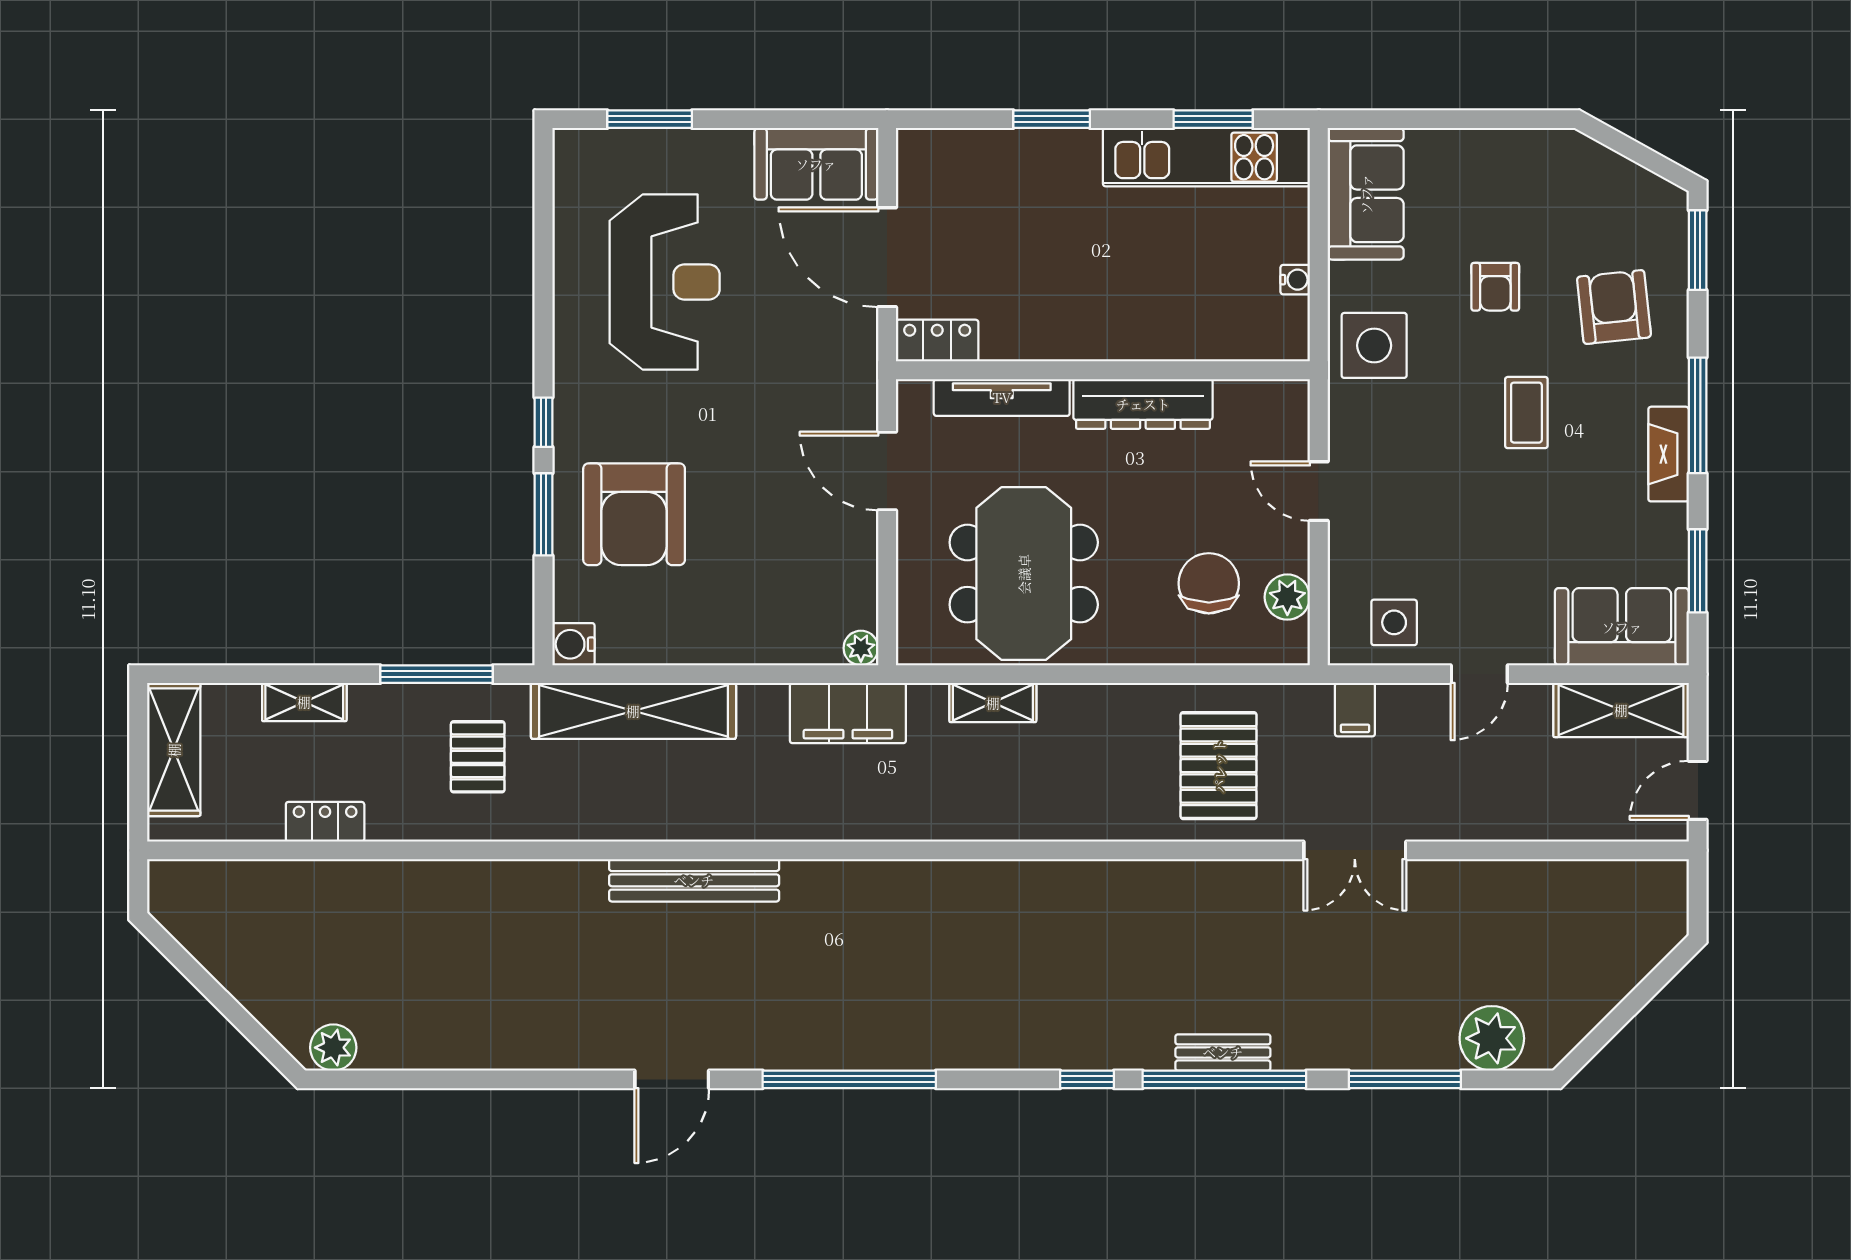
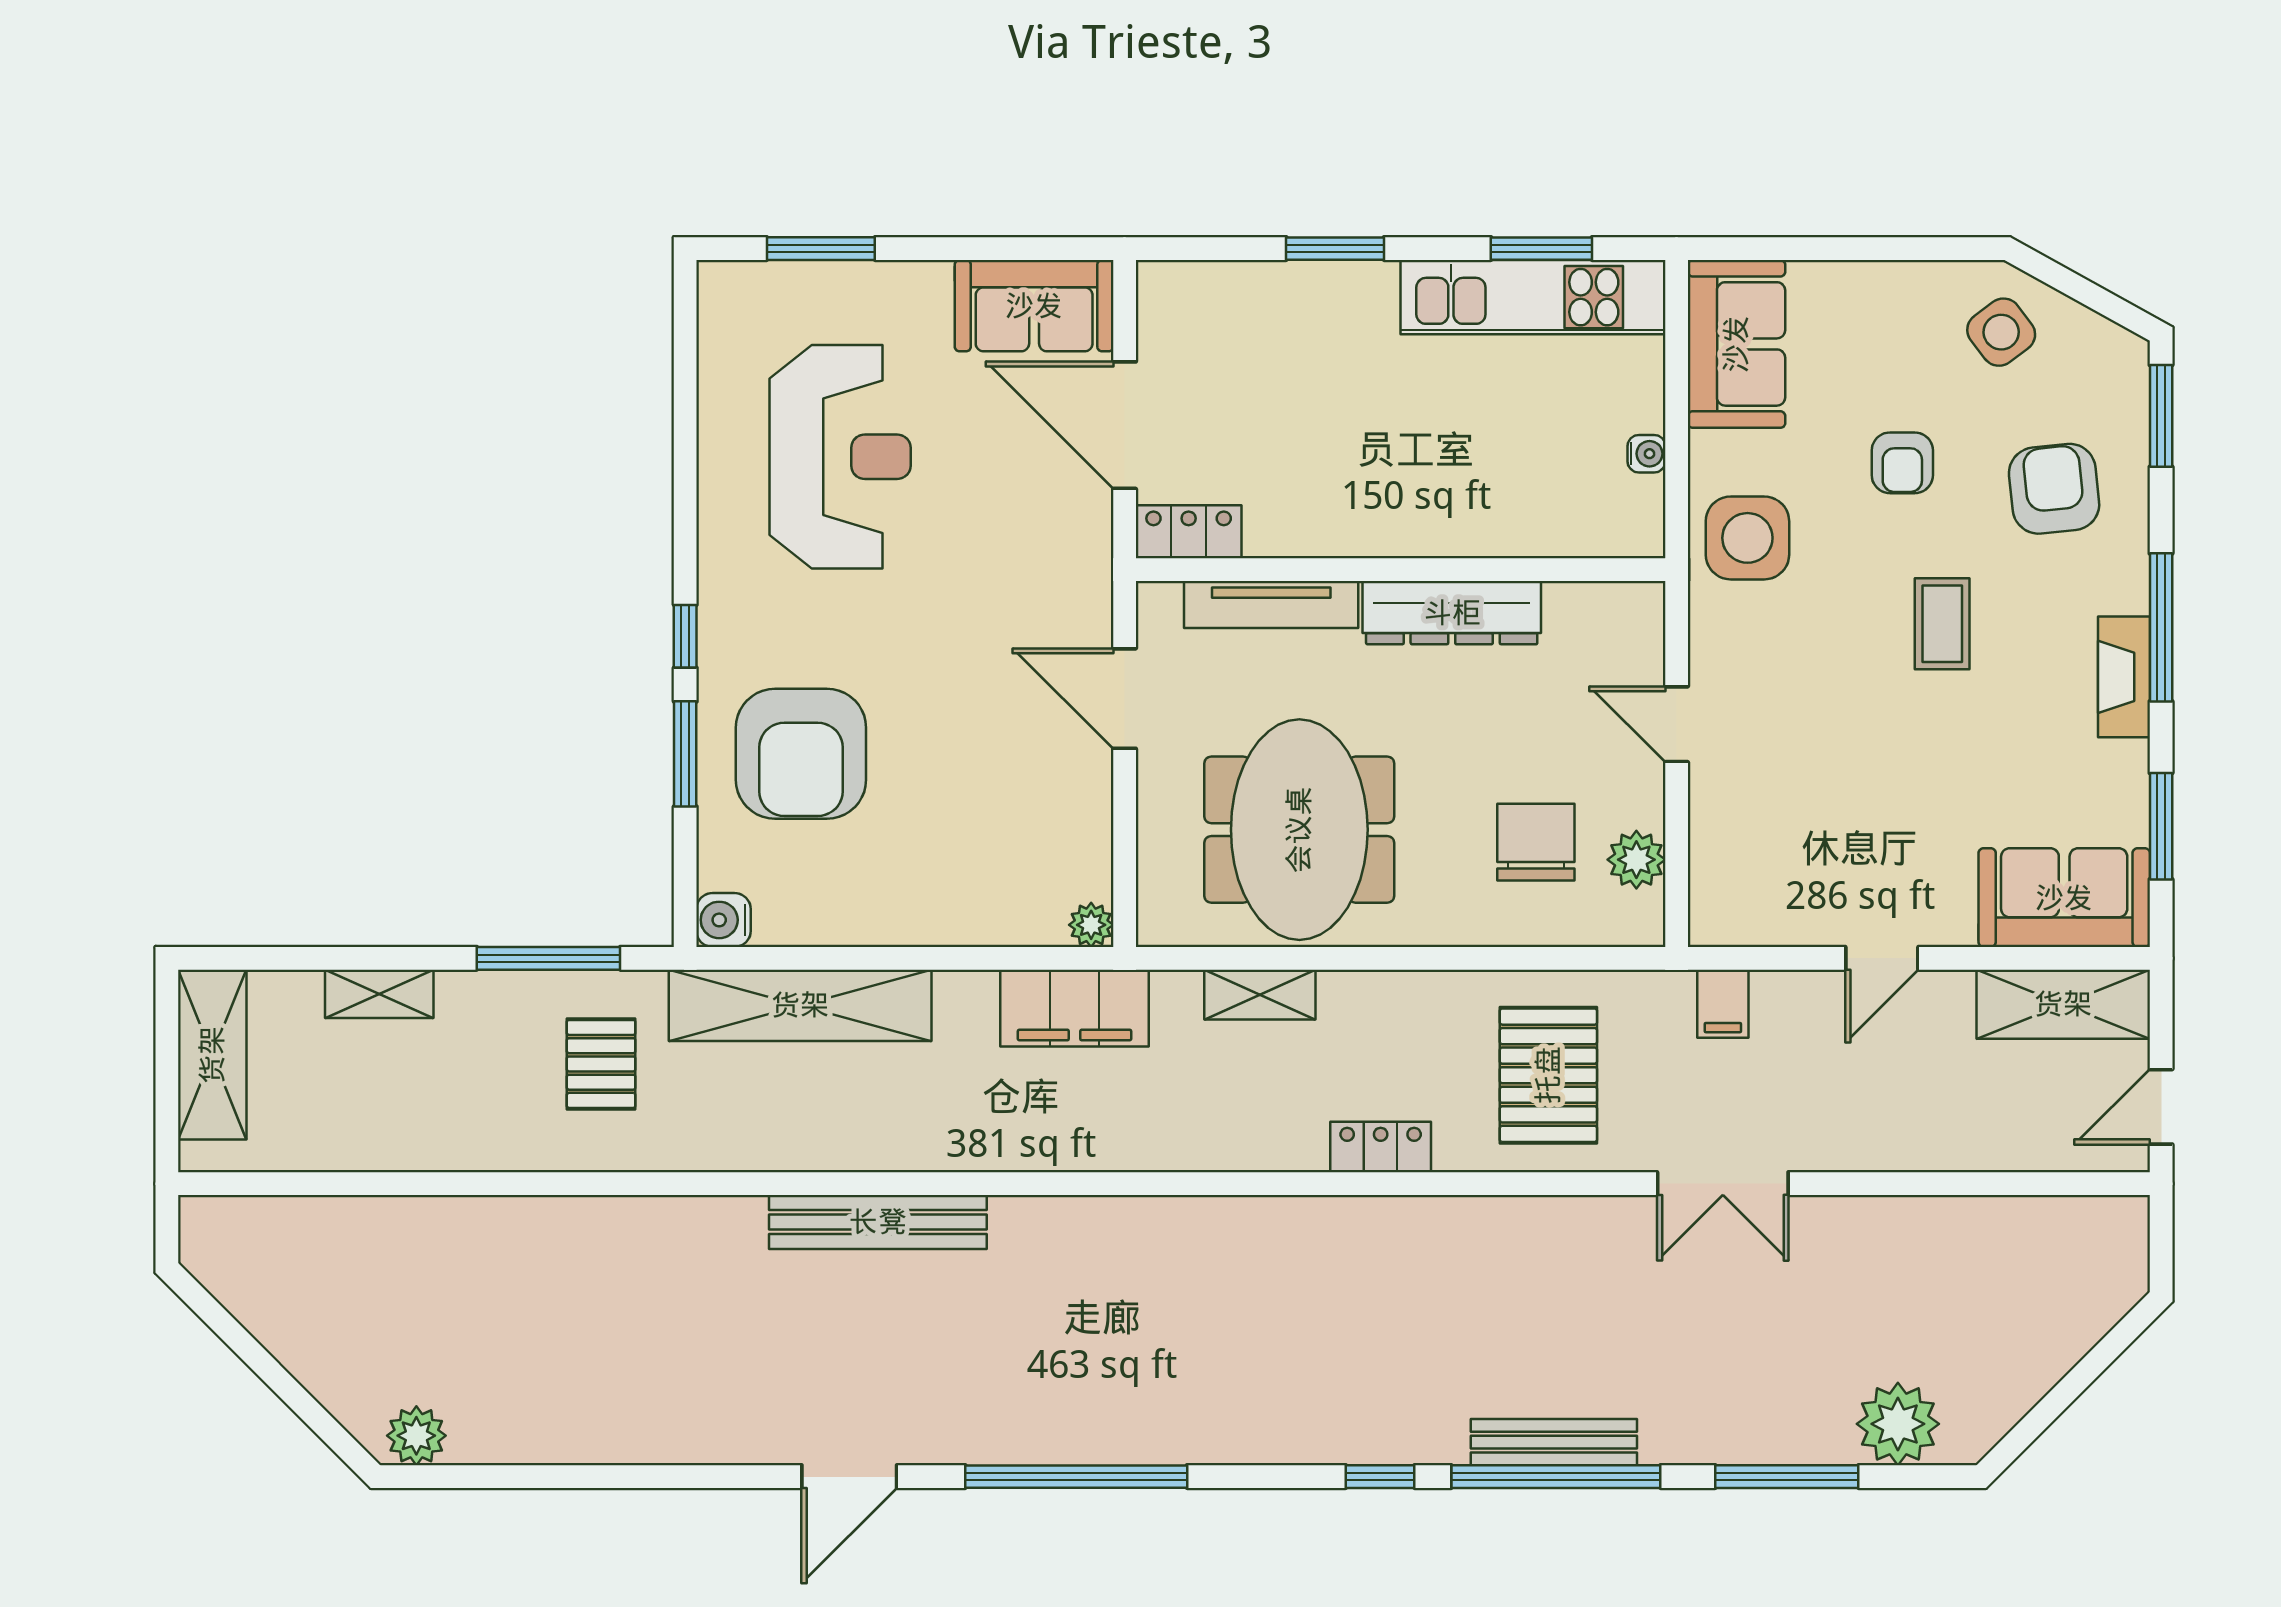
side table: (1394, 622) -> (2001, 332), moved, turned -37
locker: (325, 822) -> (1381, 1147), moved
bench: (1223, 1052) -> (1554, 1442), width x1.36

